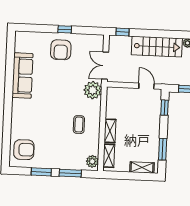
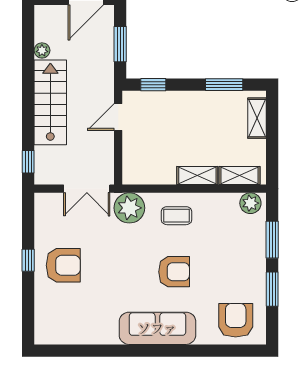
sofa: (22, 76) -> (157, 328), moved
armchair: (54, 115) -> (174, 272), added
coffee table: (79, 125) -> (177, 216), moved

